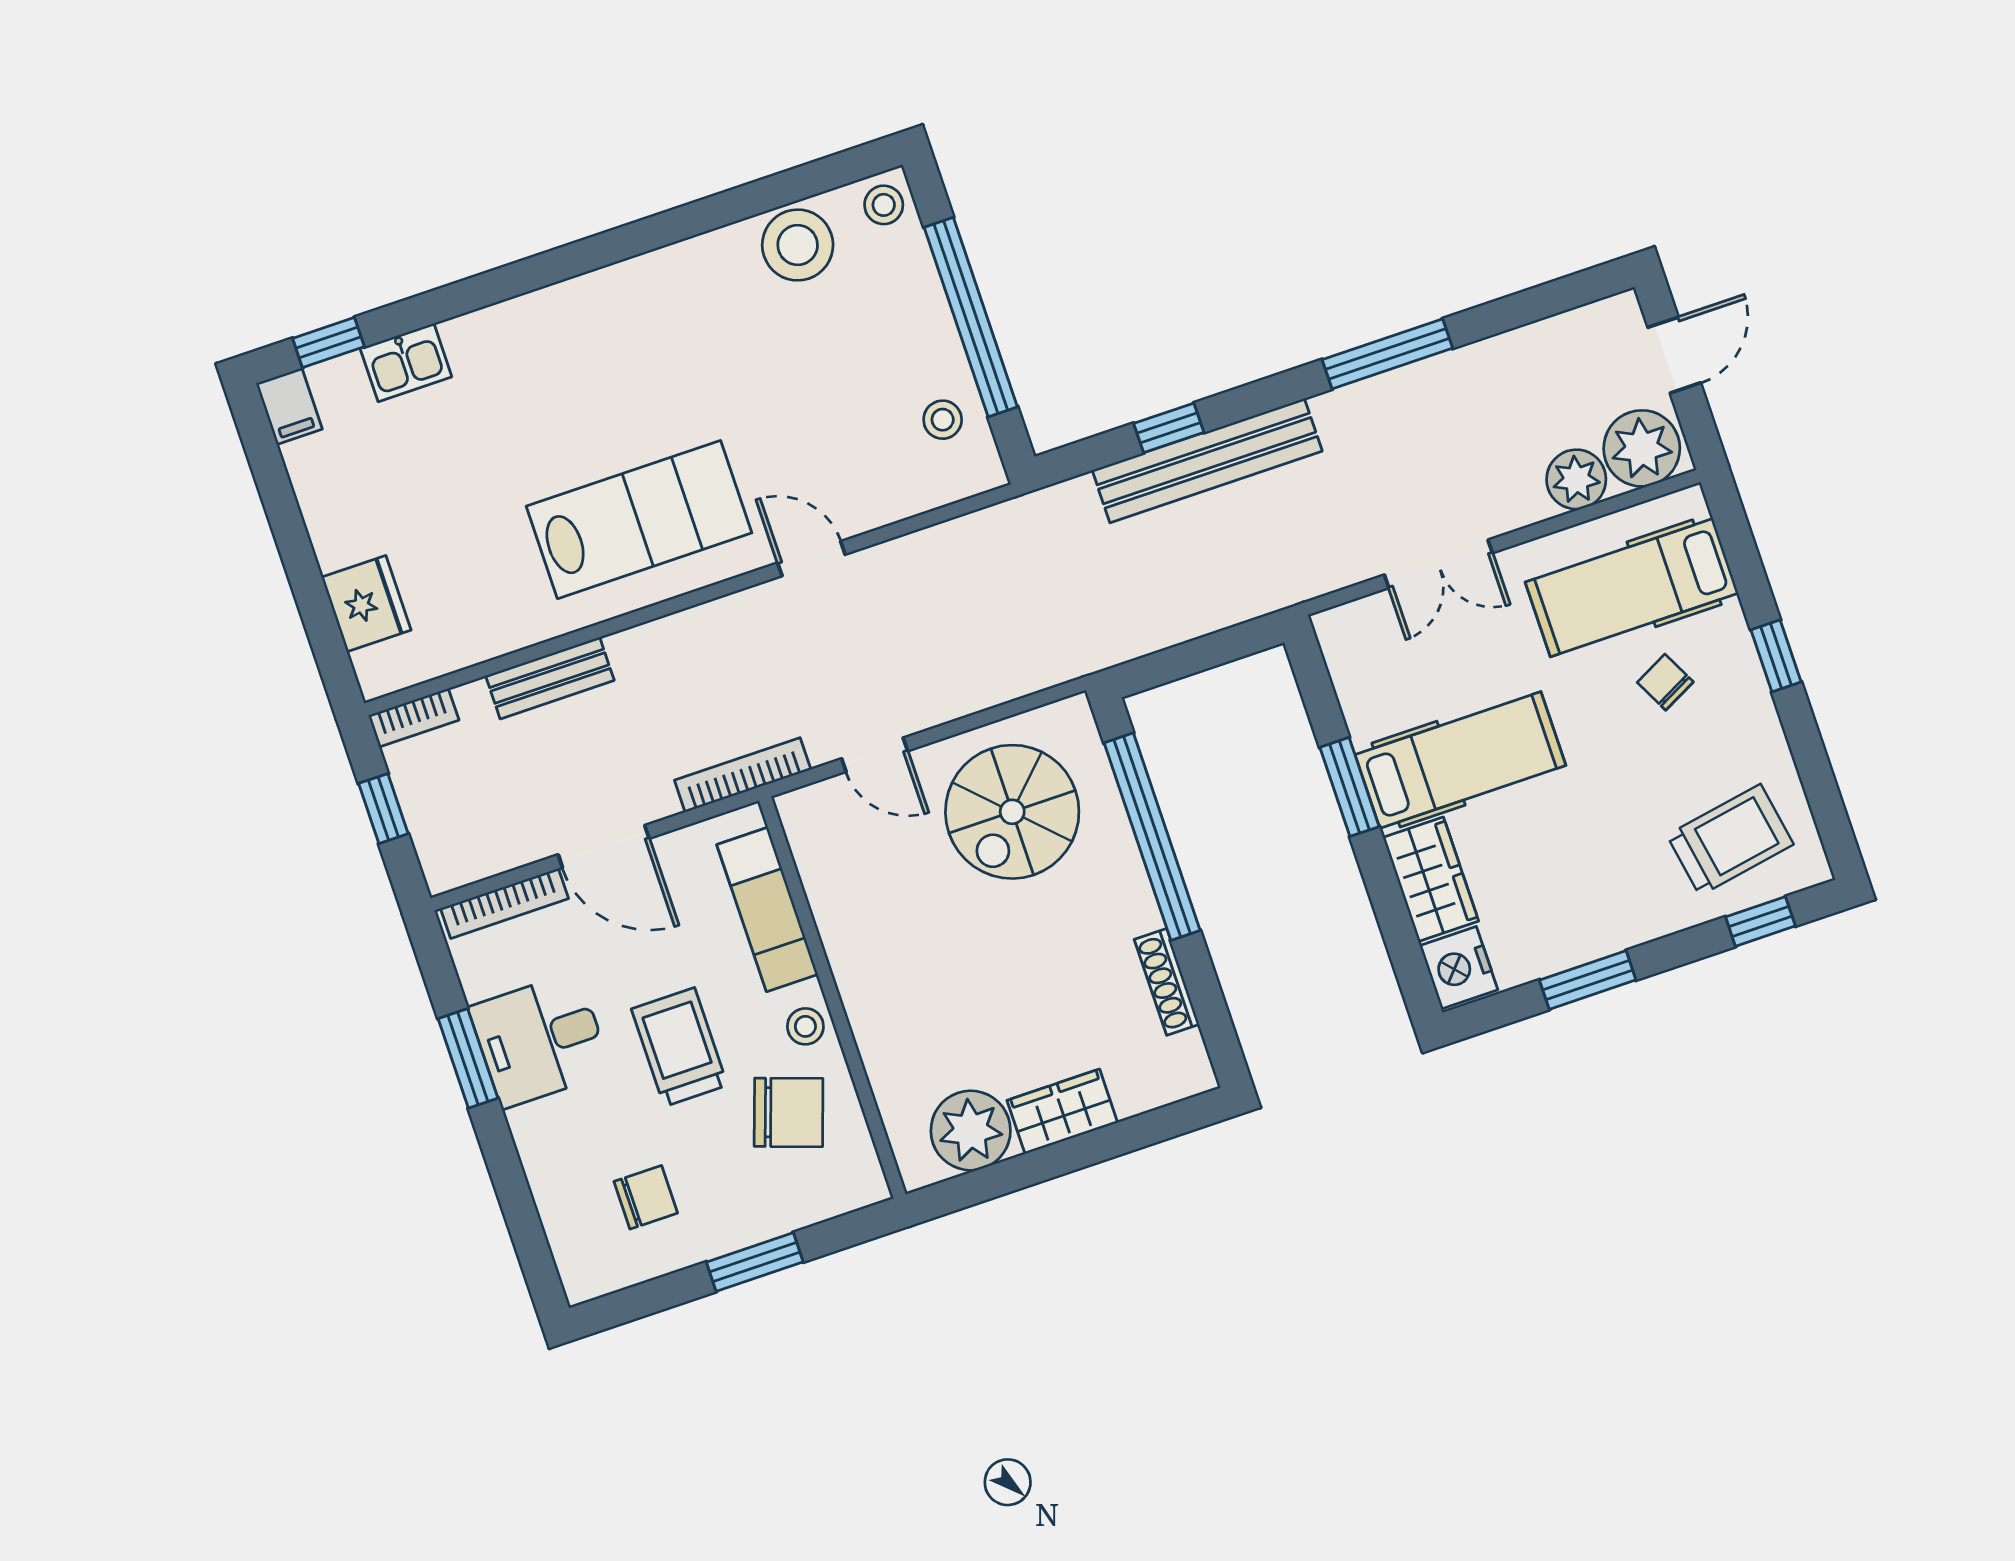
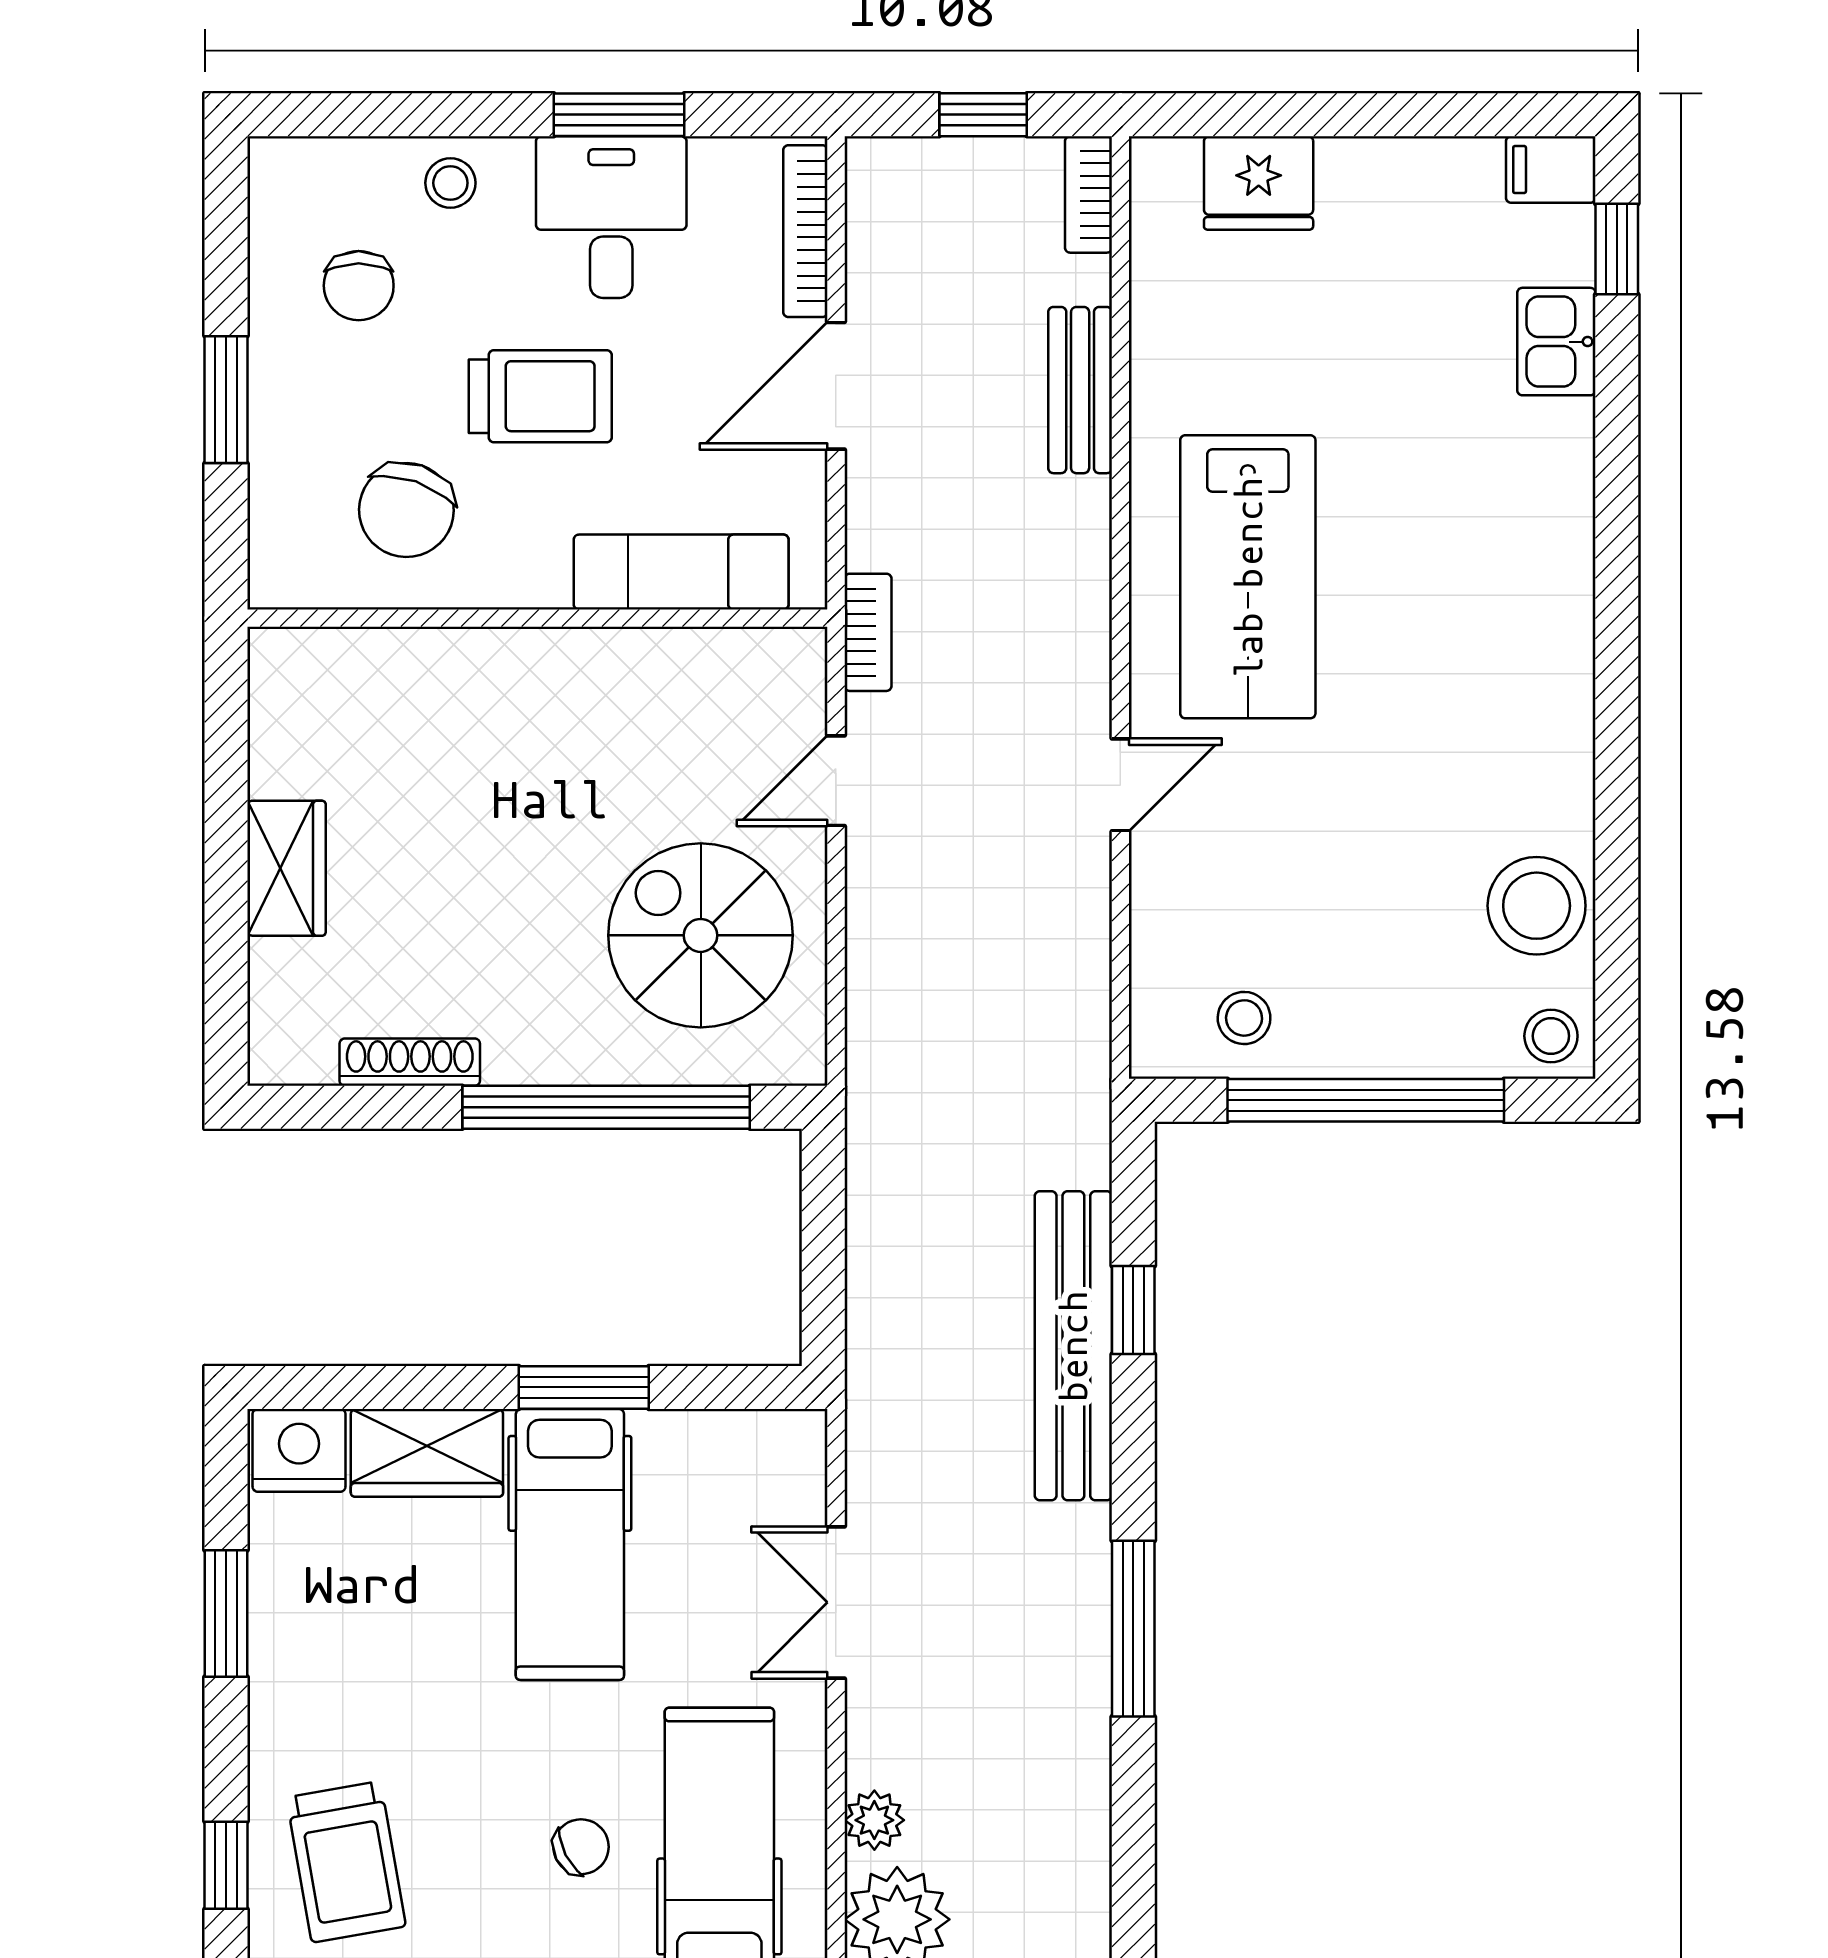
plant: (1576, 479) -> (874, 1820), width x0.73, depth x0.73
bookcase: (743, 775) -> (868, 632), width x0.64
stool: (805, 1026) -> (450, 183), moved
plant: (971, 1131) -> (302, 740), removed

